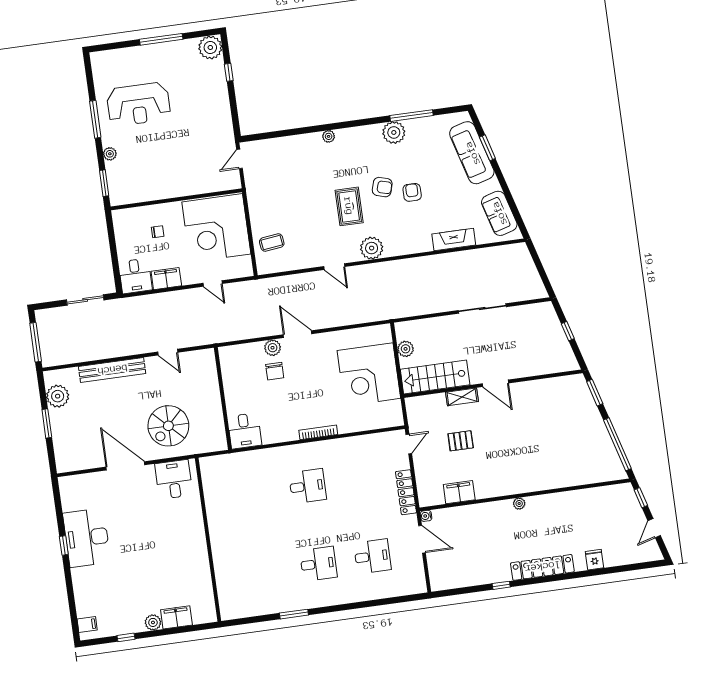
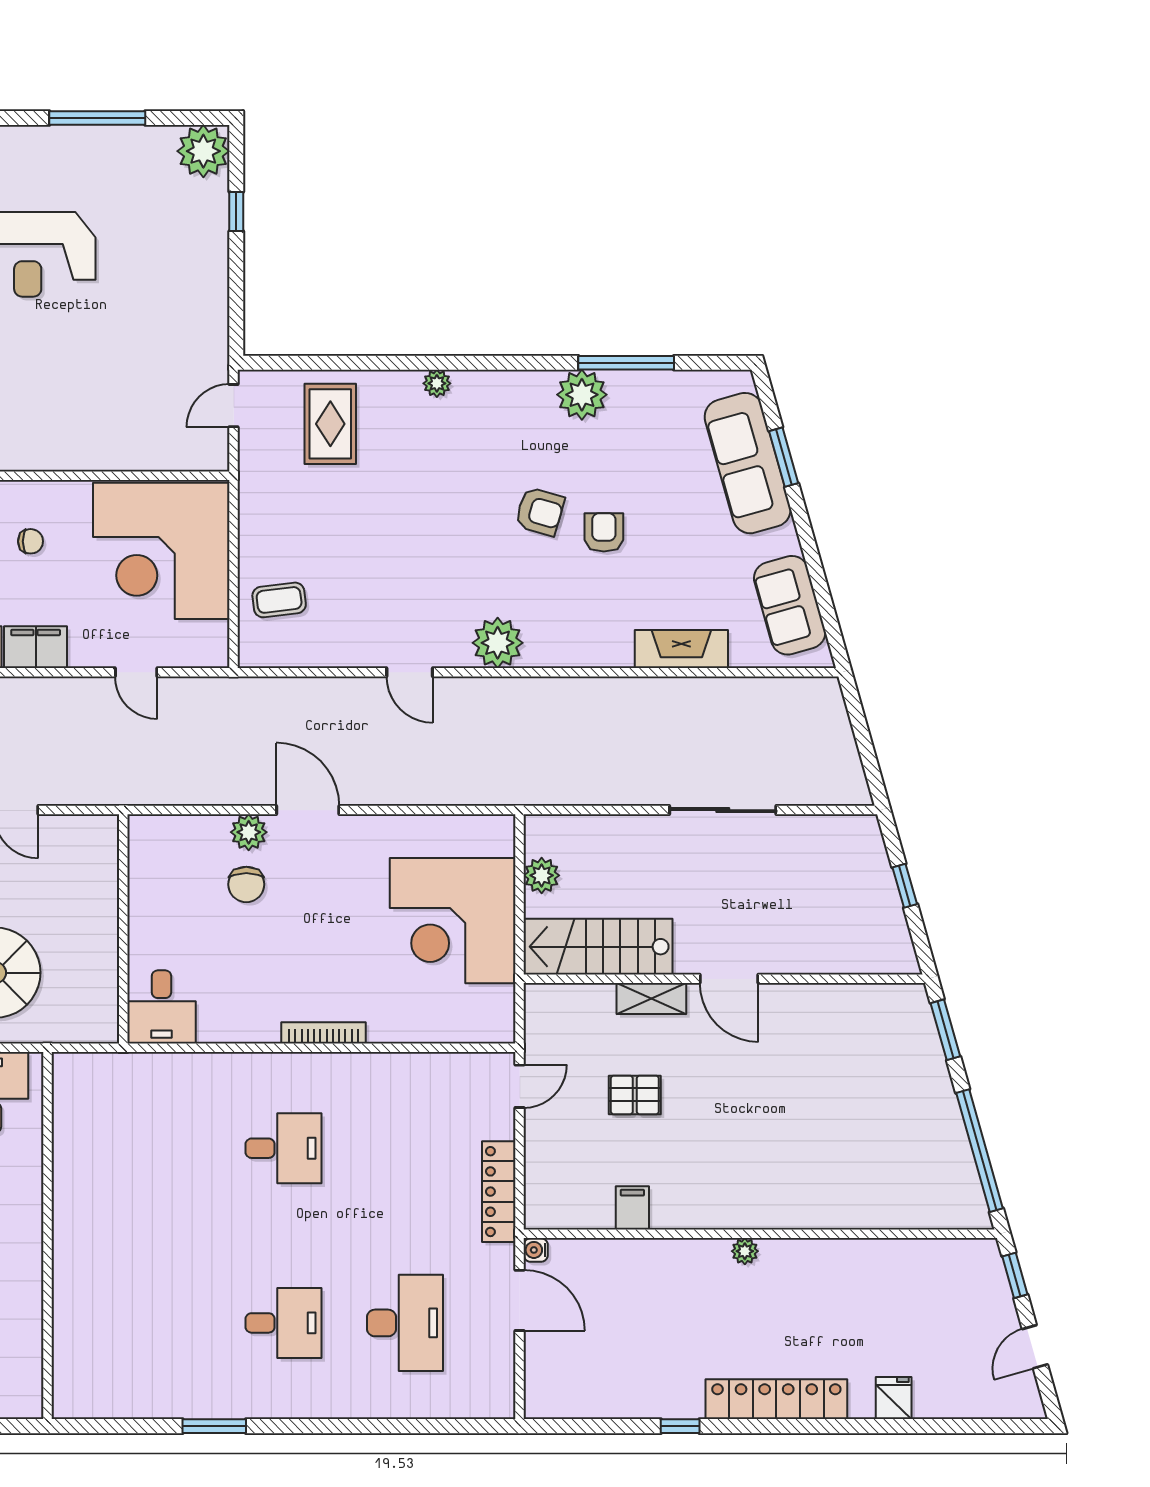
rug: (349, 206) -> (330, 424), moved
filing cabinet: (459, 492) -> (632, 1208), width x0.50
desk: (372, 556) -> (405, 1323), width x1.37

